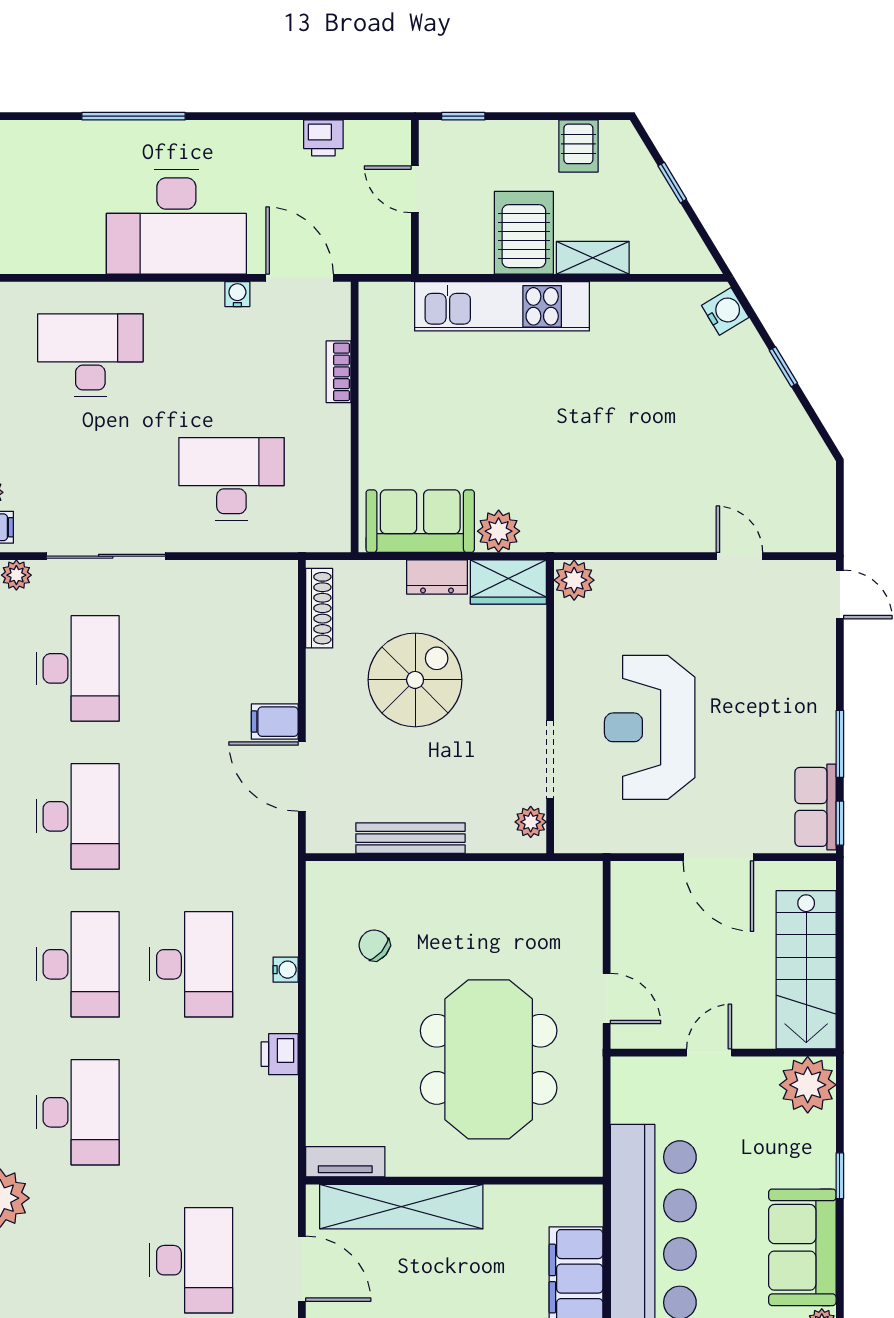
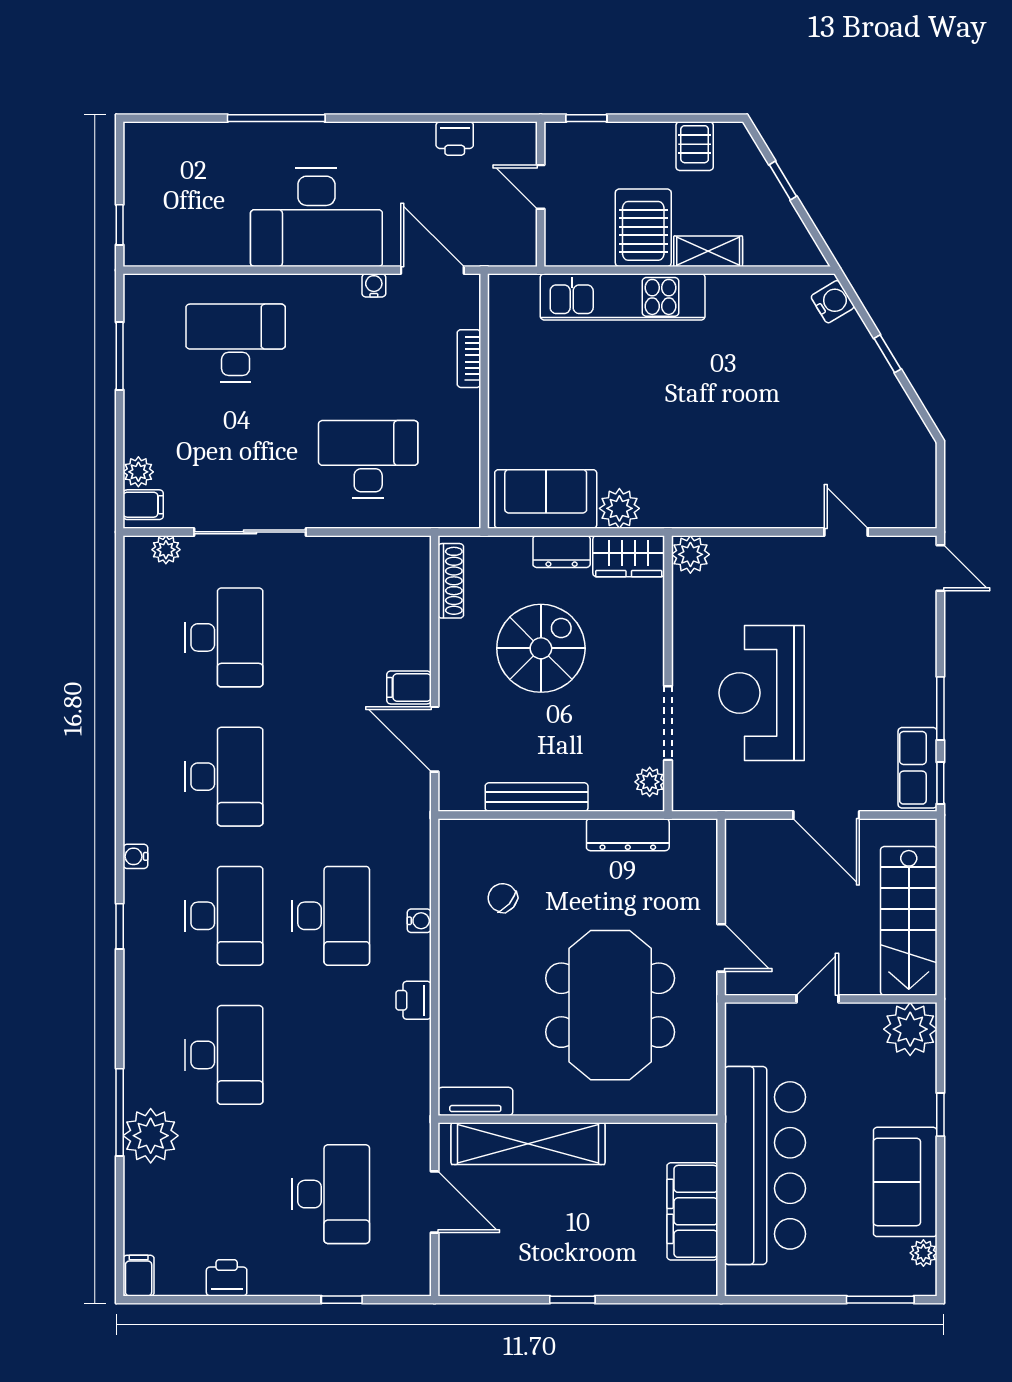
dresser: (507, 878) -> (628, 835), added

